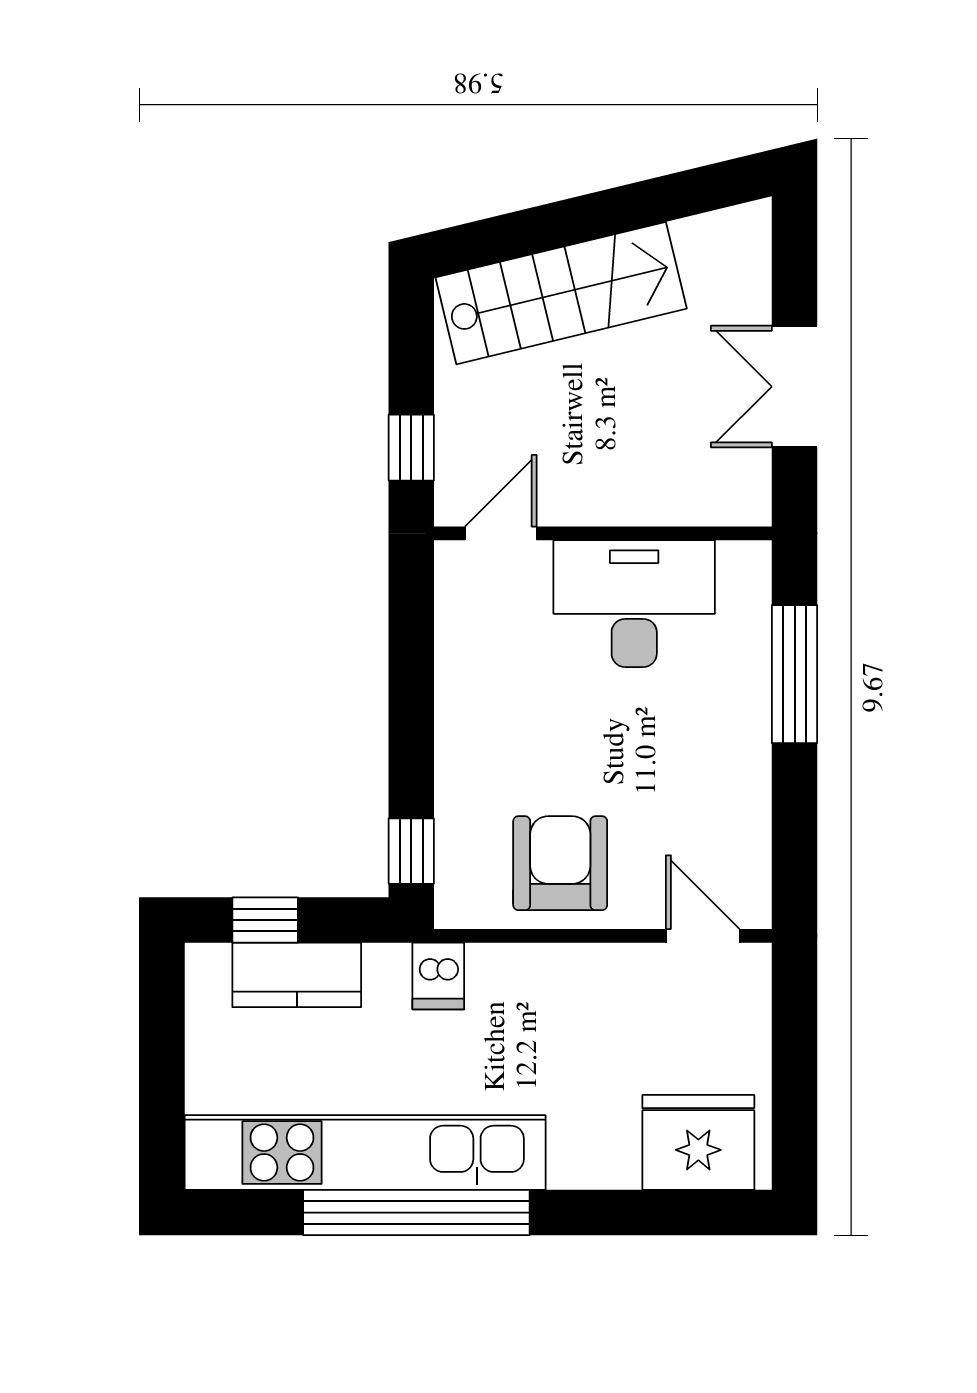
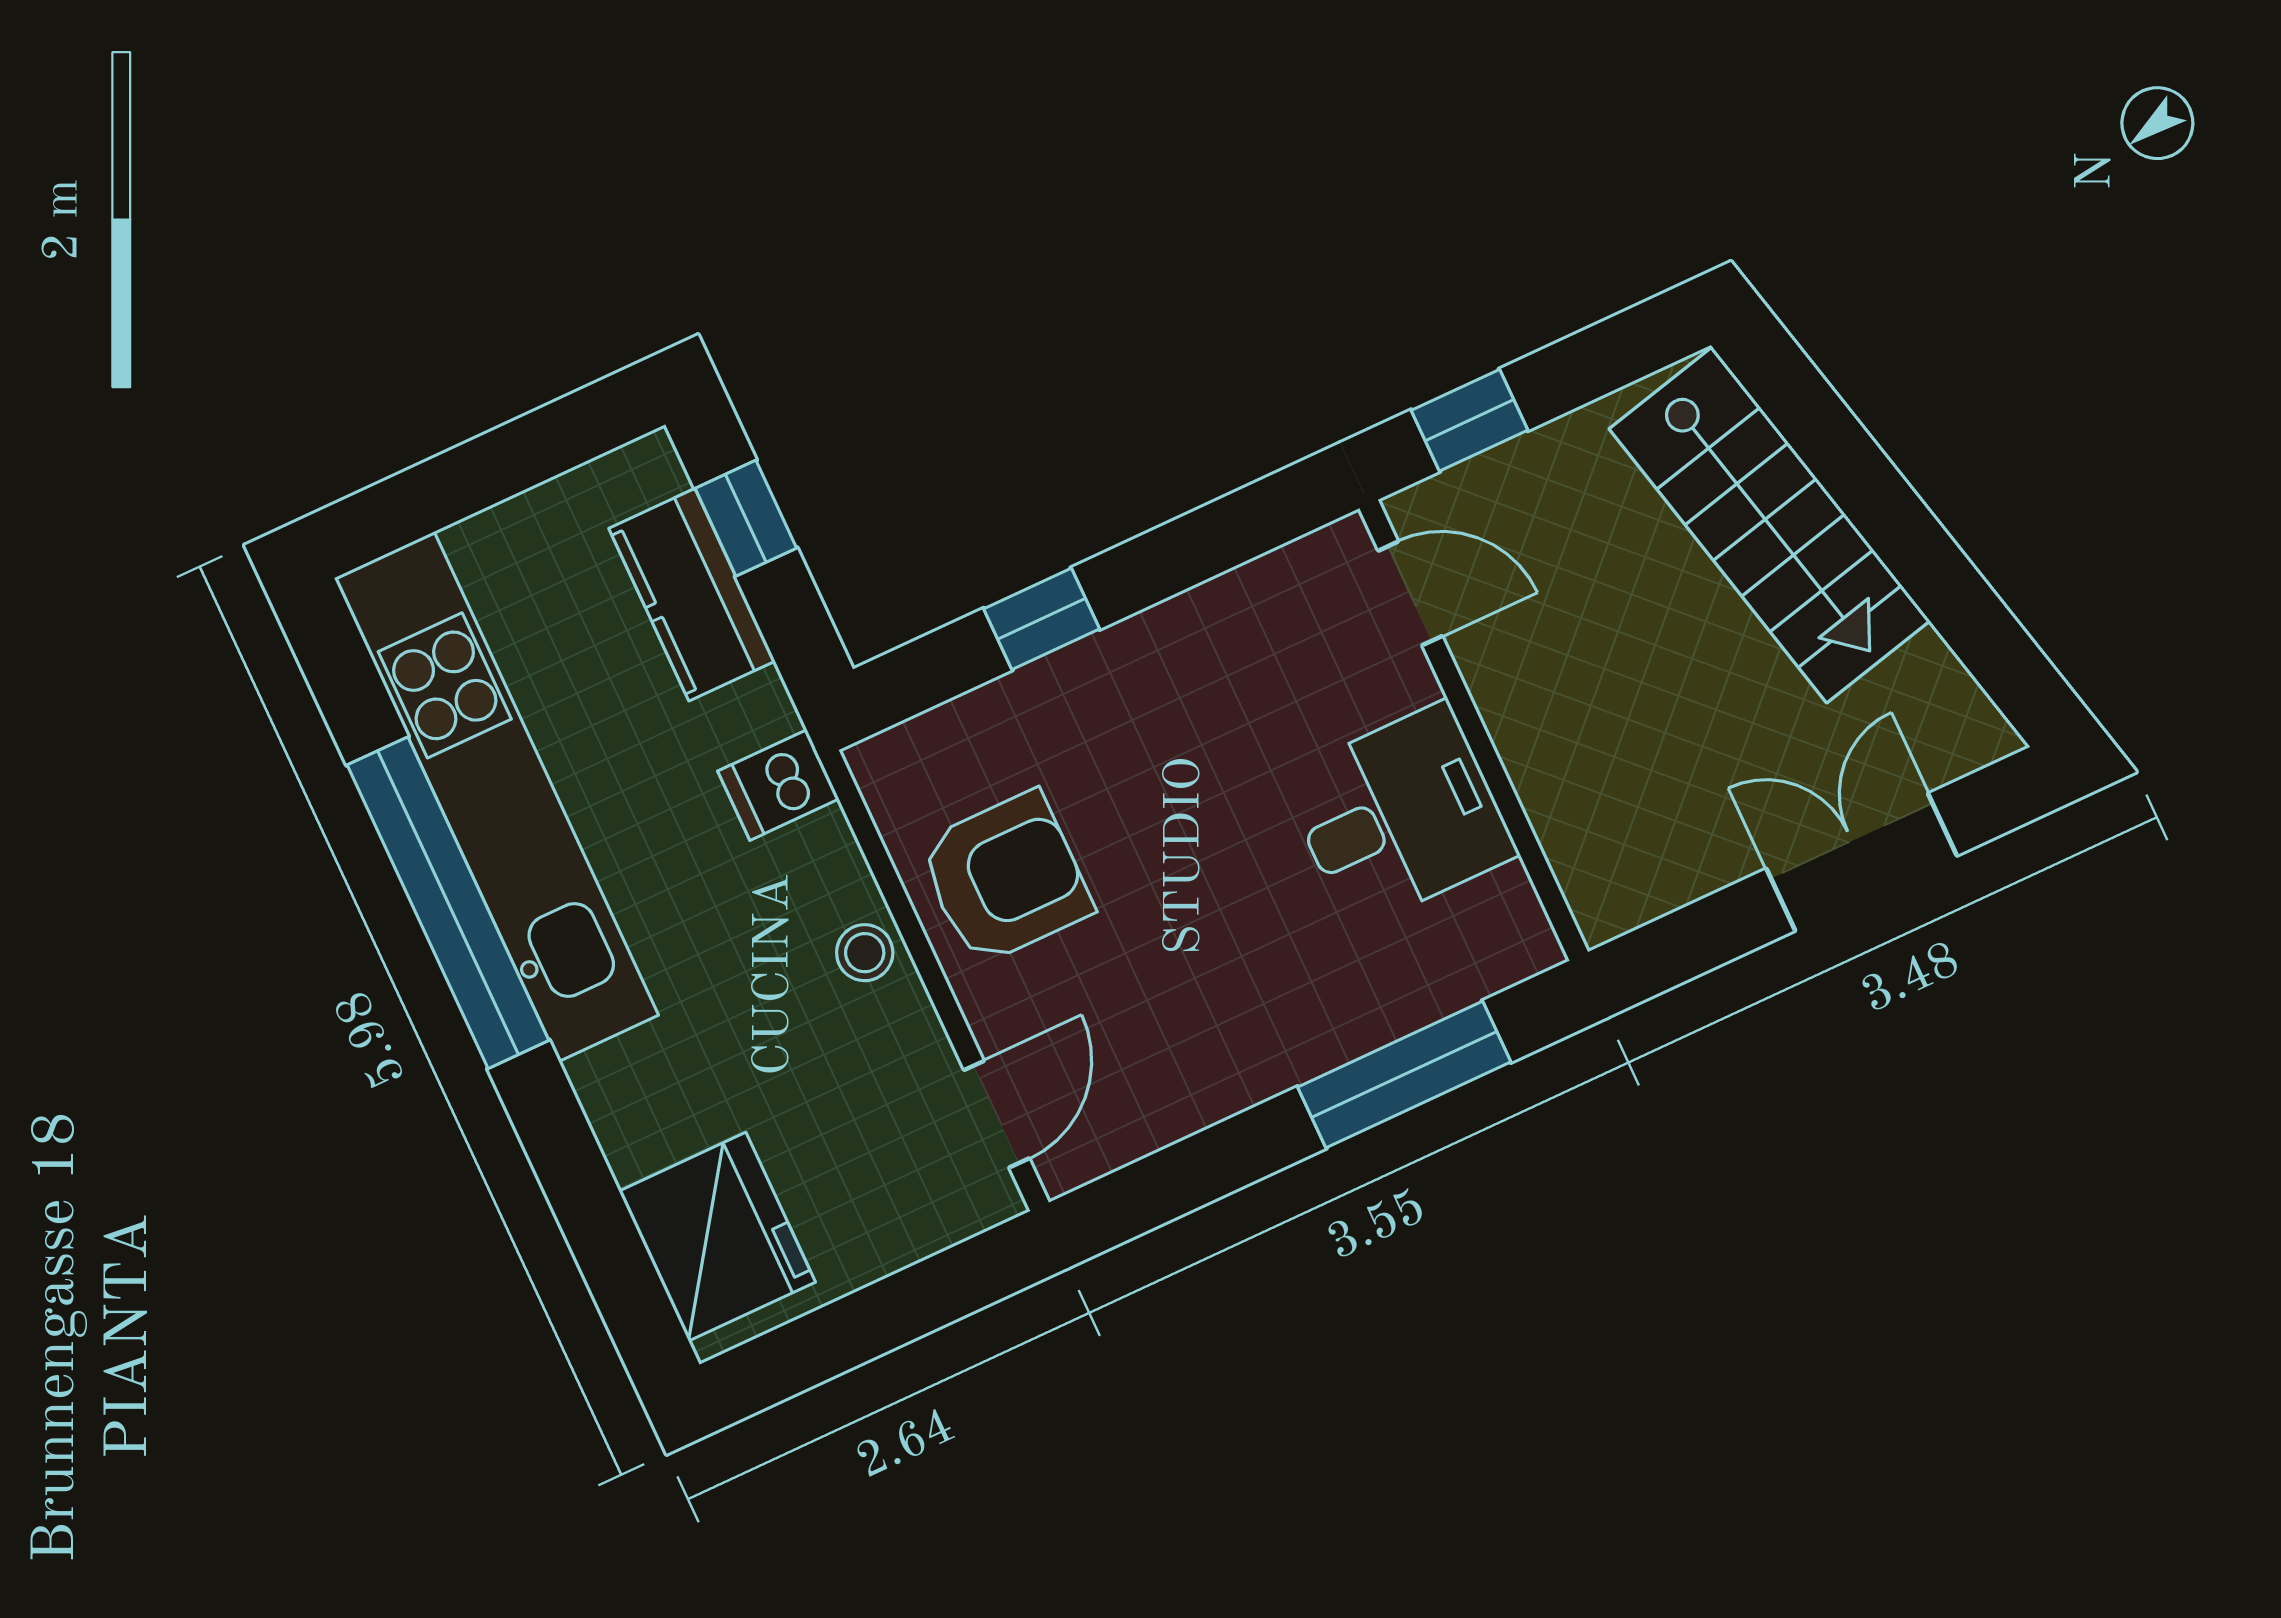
double door: (795, 387) -> (1862, 862), moved
desk: (634, 604) -> (1399, 816), width x0.73
window: (411, 851) -> (1042, 619), moved
stool: (566, 971) -> (865, 953), added

